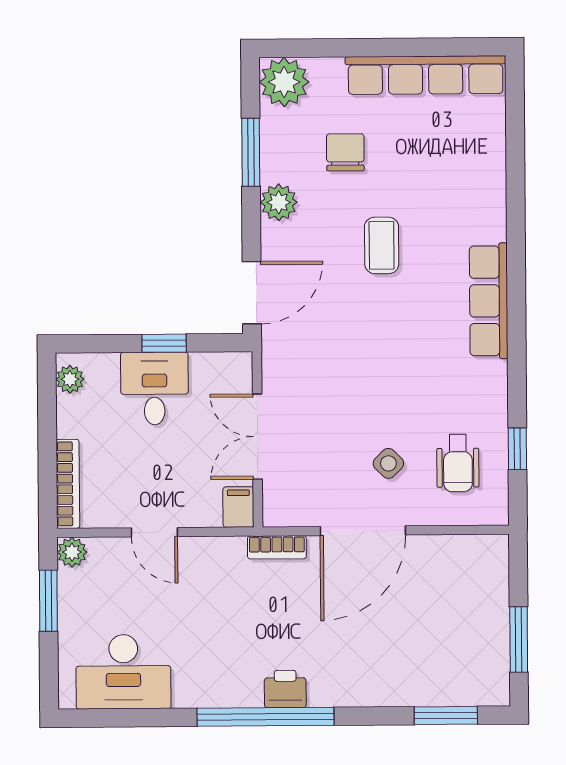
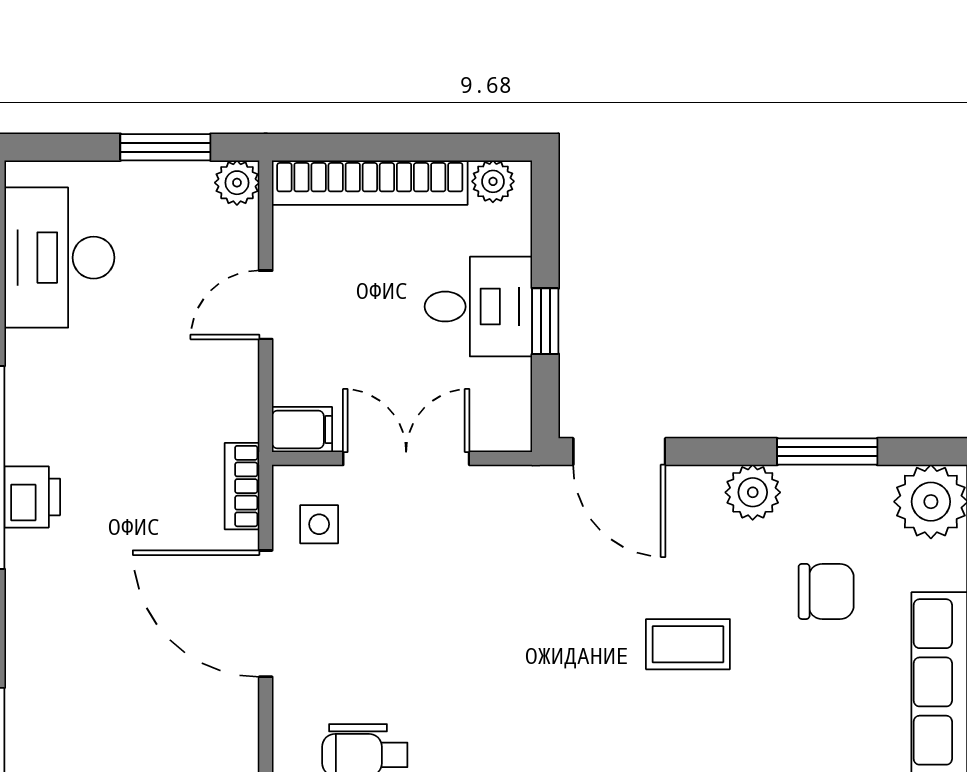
side table: (388, 463) -> (319, 524), moved, turned 45
bookcase: (68, 484) -> (370, 183), width x1.48, depth x1.31

